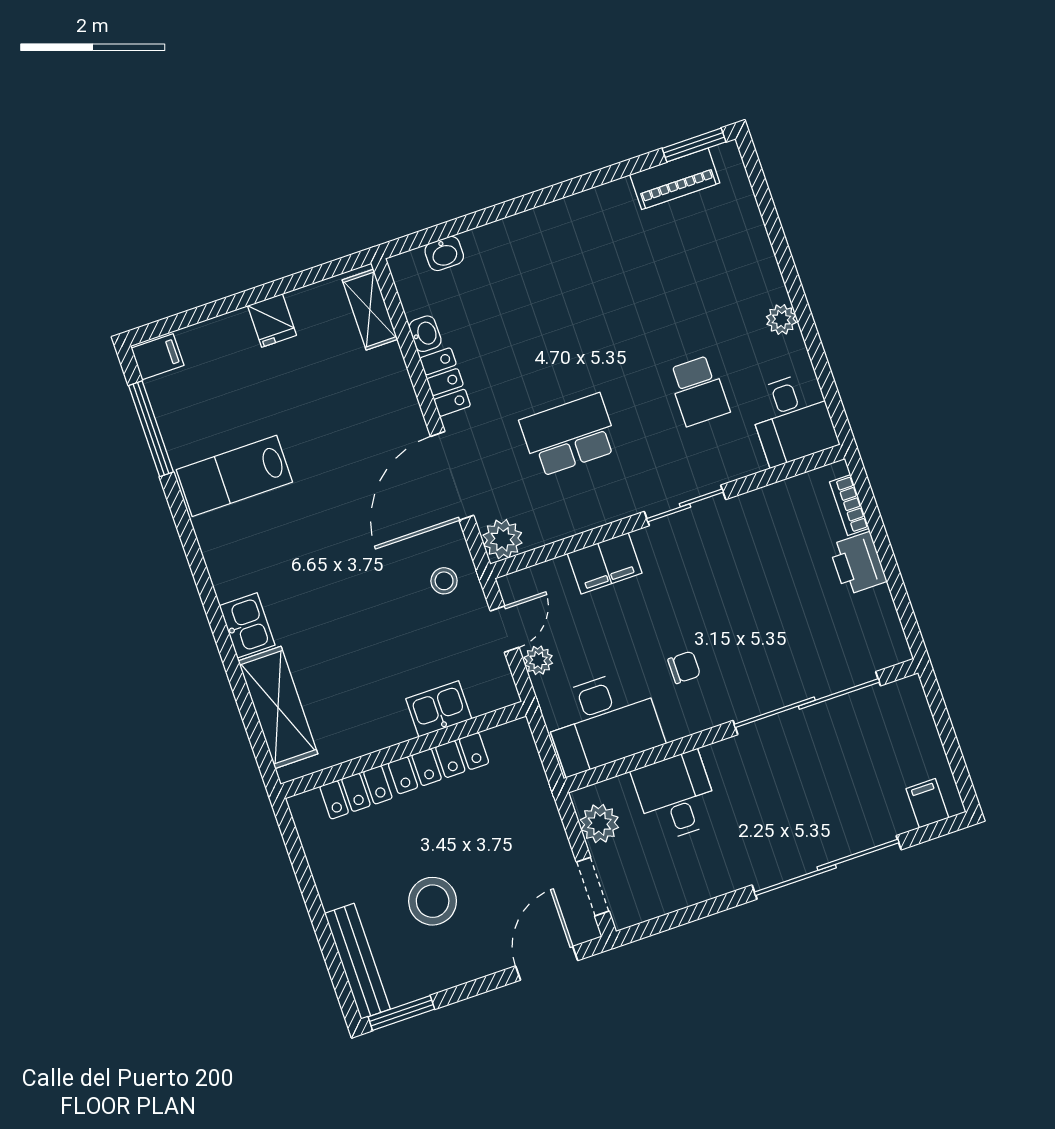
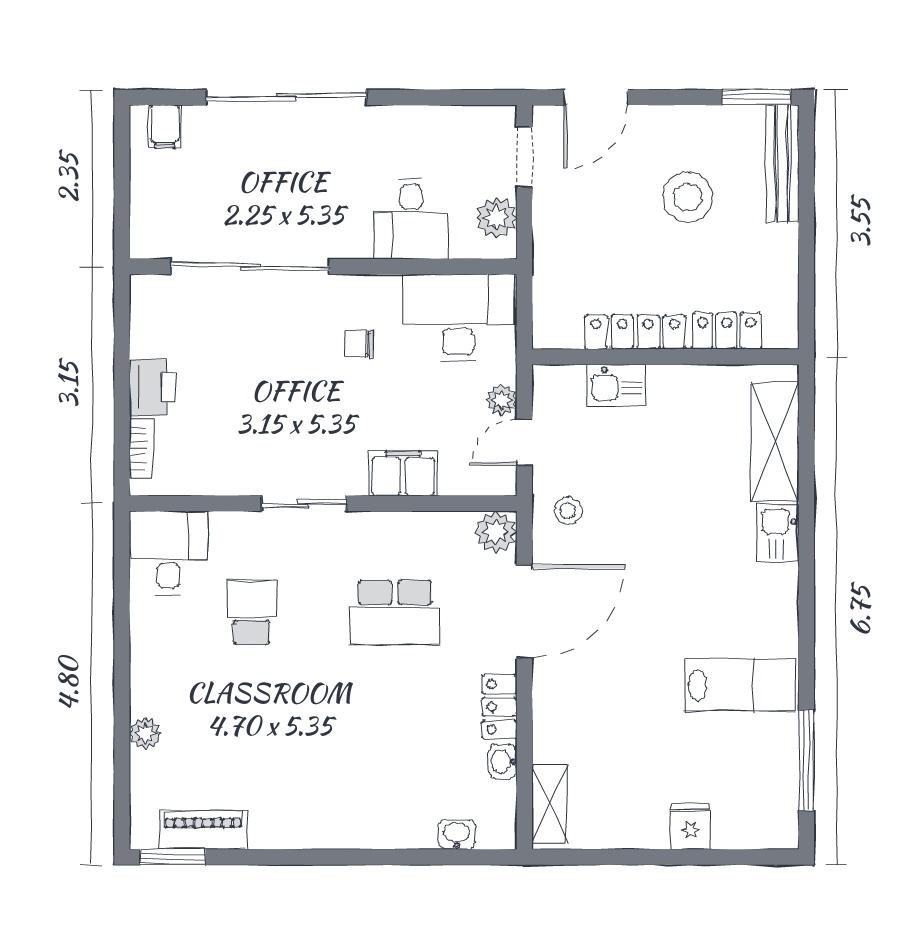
plant: (781, 319) -> (145, 733), moved
fridge: (272, 320) -> (690, 826), moved
filing cabinet: (158, 357) -> (775, 829), removed

